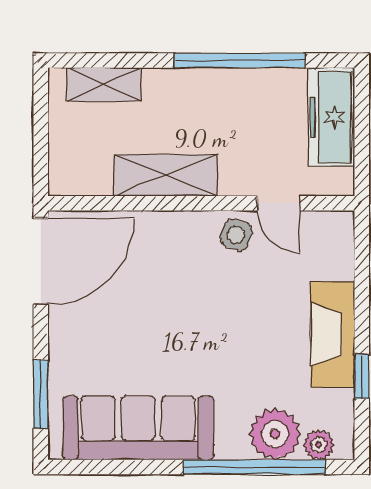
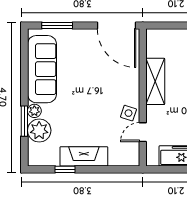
plant: (319, 445) -> (34, 111), moved
window: (254, 467) -> (24, 121), width x0.47

